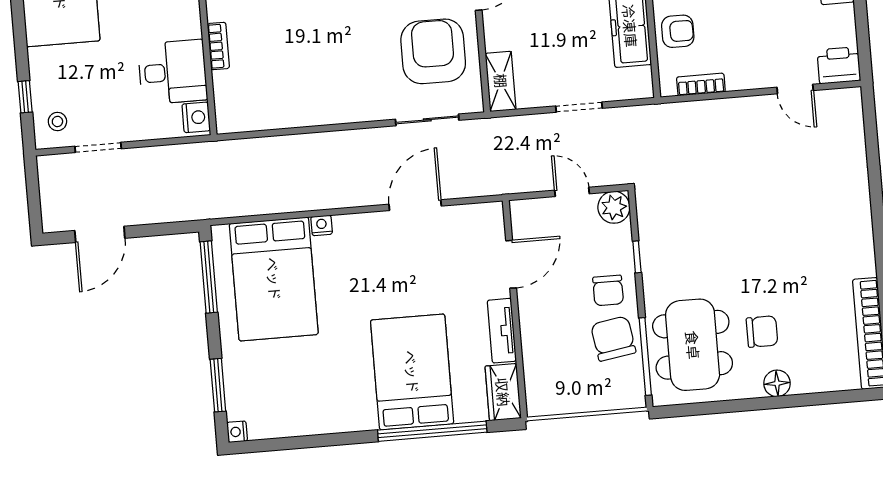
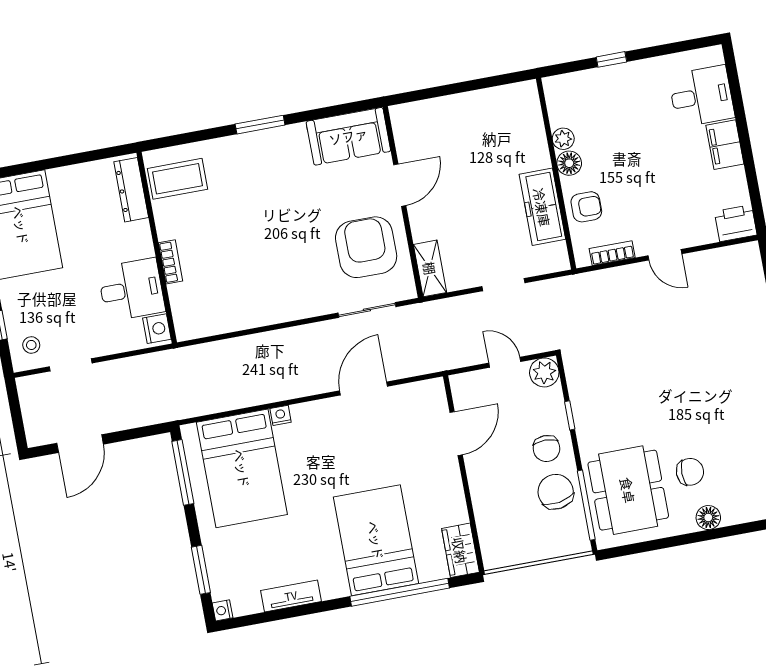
door: (795, 89) -> (665, 255), moved
tv unit: (502, 331) -> (291, 596), moved, turned 90

